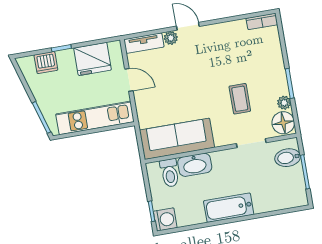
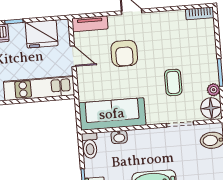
plant: (171, 38) -> (115, 21), removed
armchair: (184, 72) -> (124, 53), added
washbasin: (195, 165) -> (119, 137), width x0.52, depth x0.69
toilet: (170, 173) -> (90, 146), moved

